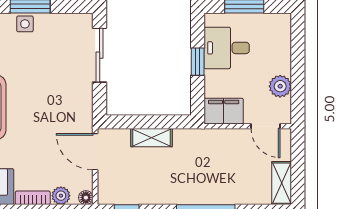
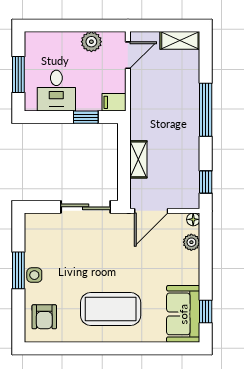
sliding door: (100, 55) -> (86, 207), moved
window: (198, 62) -> (86, 117), moved
filing cabinet: (224, 111) -> (114, 102), width x0.50
bookcase: (33, 198) -> (193, 268), removed

